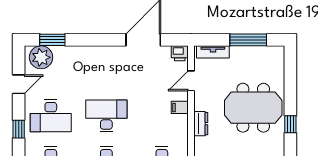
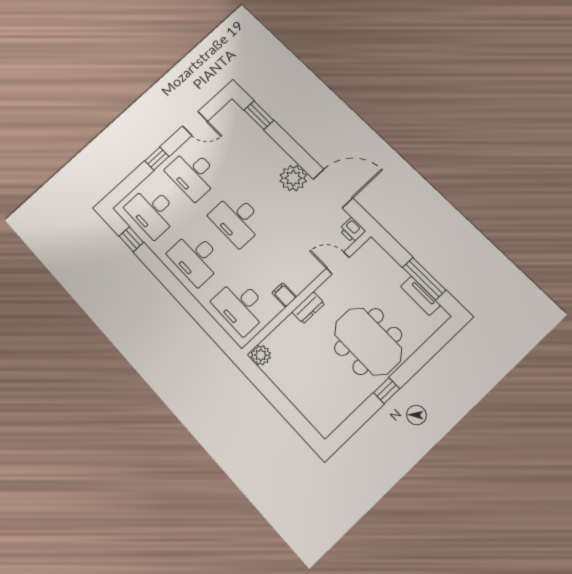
tv unit: (213, 52) -> (420, 296), moved
plant: (41, 57) -> (293, 178), moved
filing cabinet: (180, 107) -> (284, 295), moved
desk: (106, 116) -> (237, 219), turned 180

